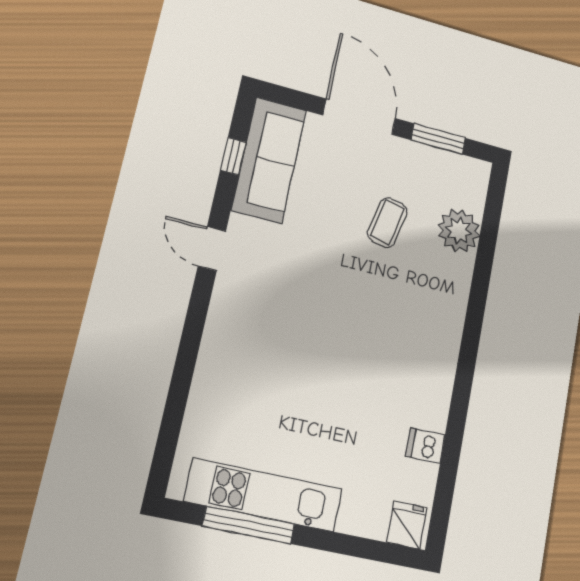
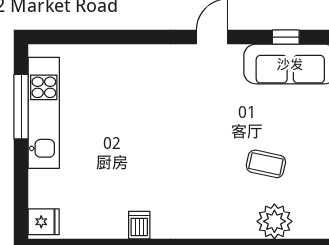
dishwasher: (425, 446) -> (139, 225), moved

